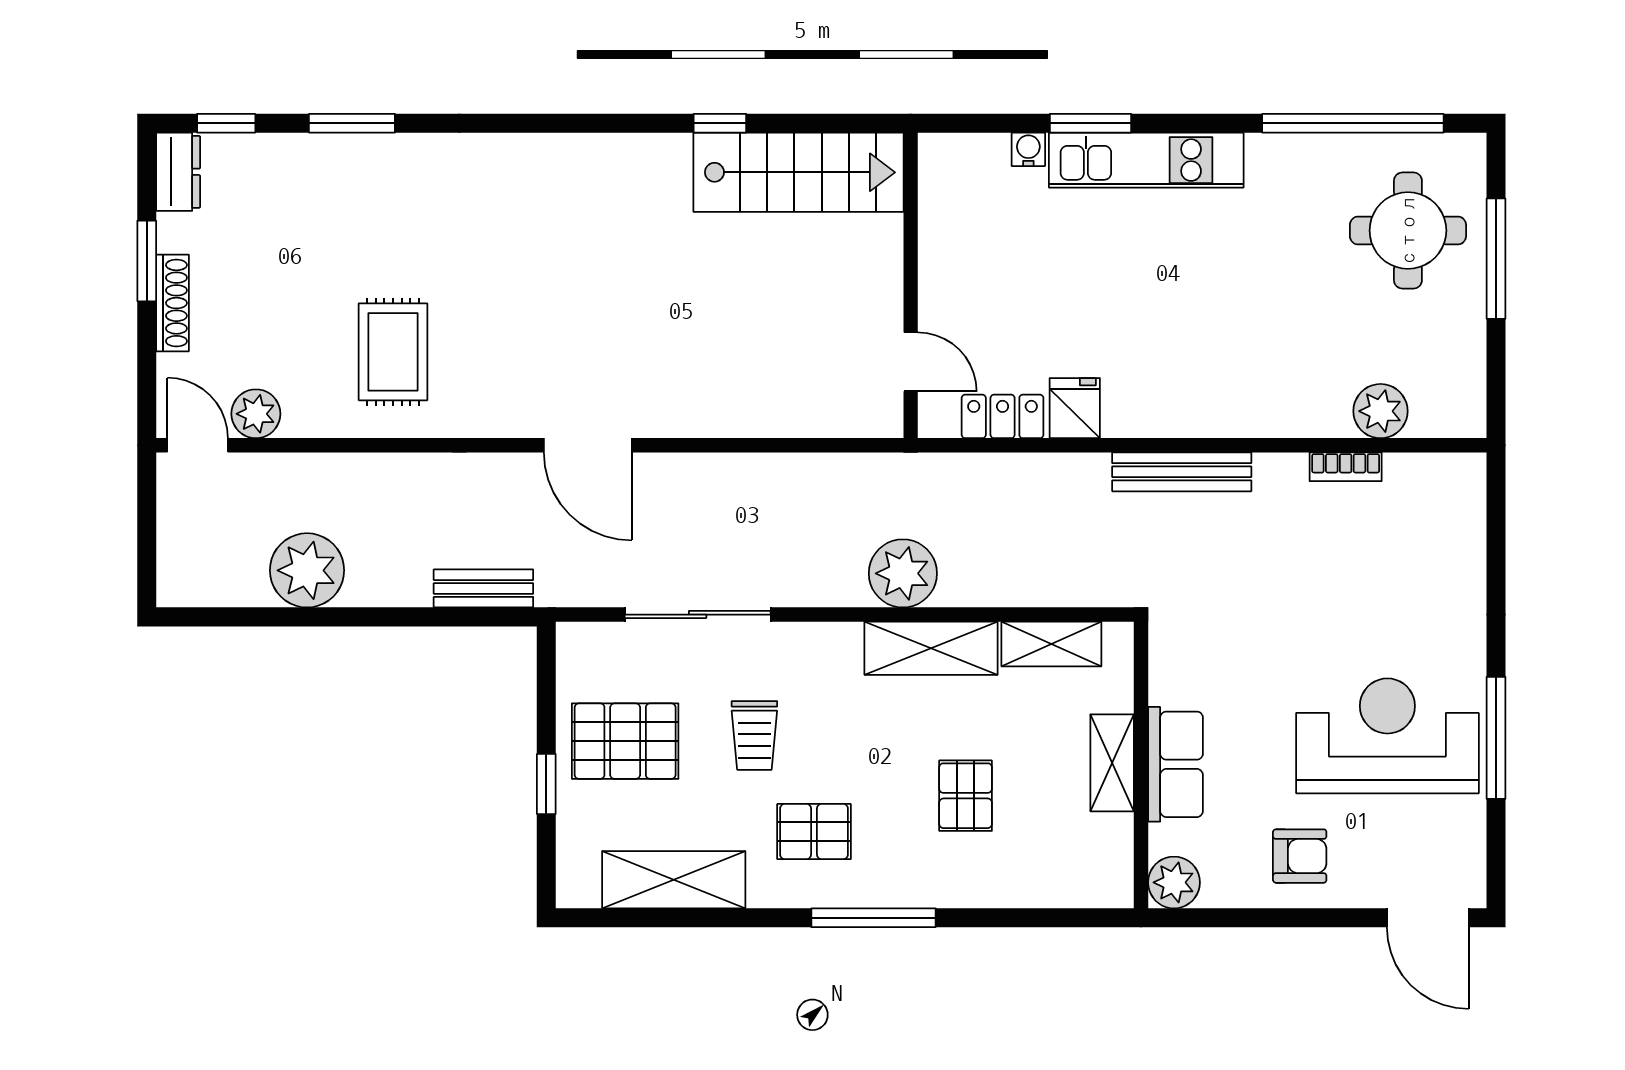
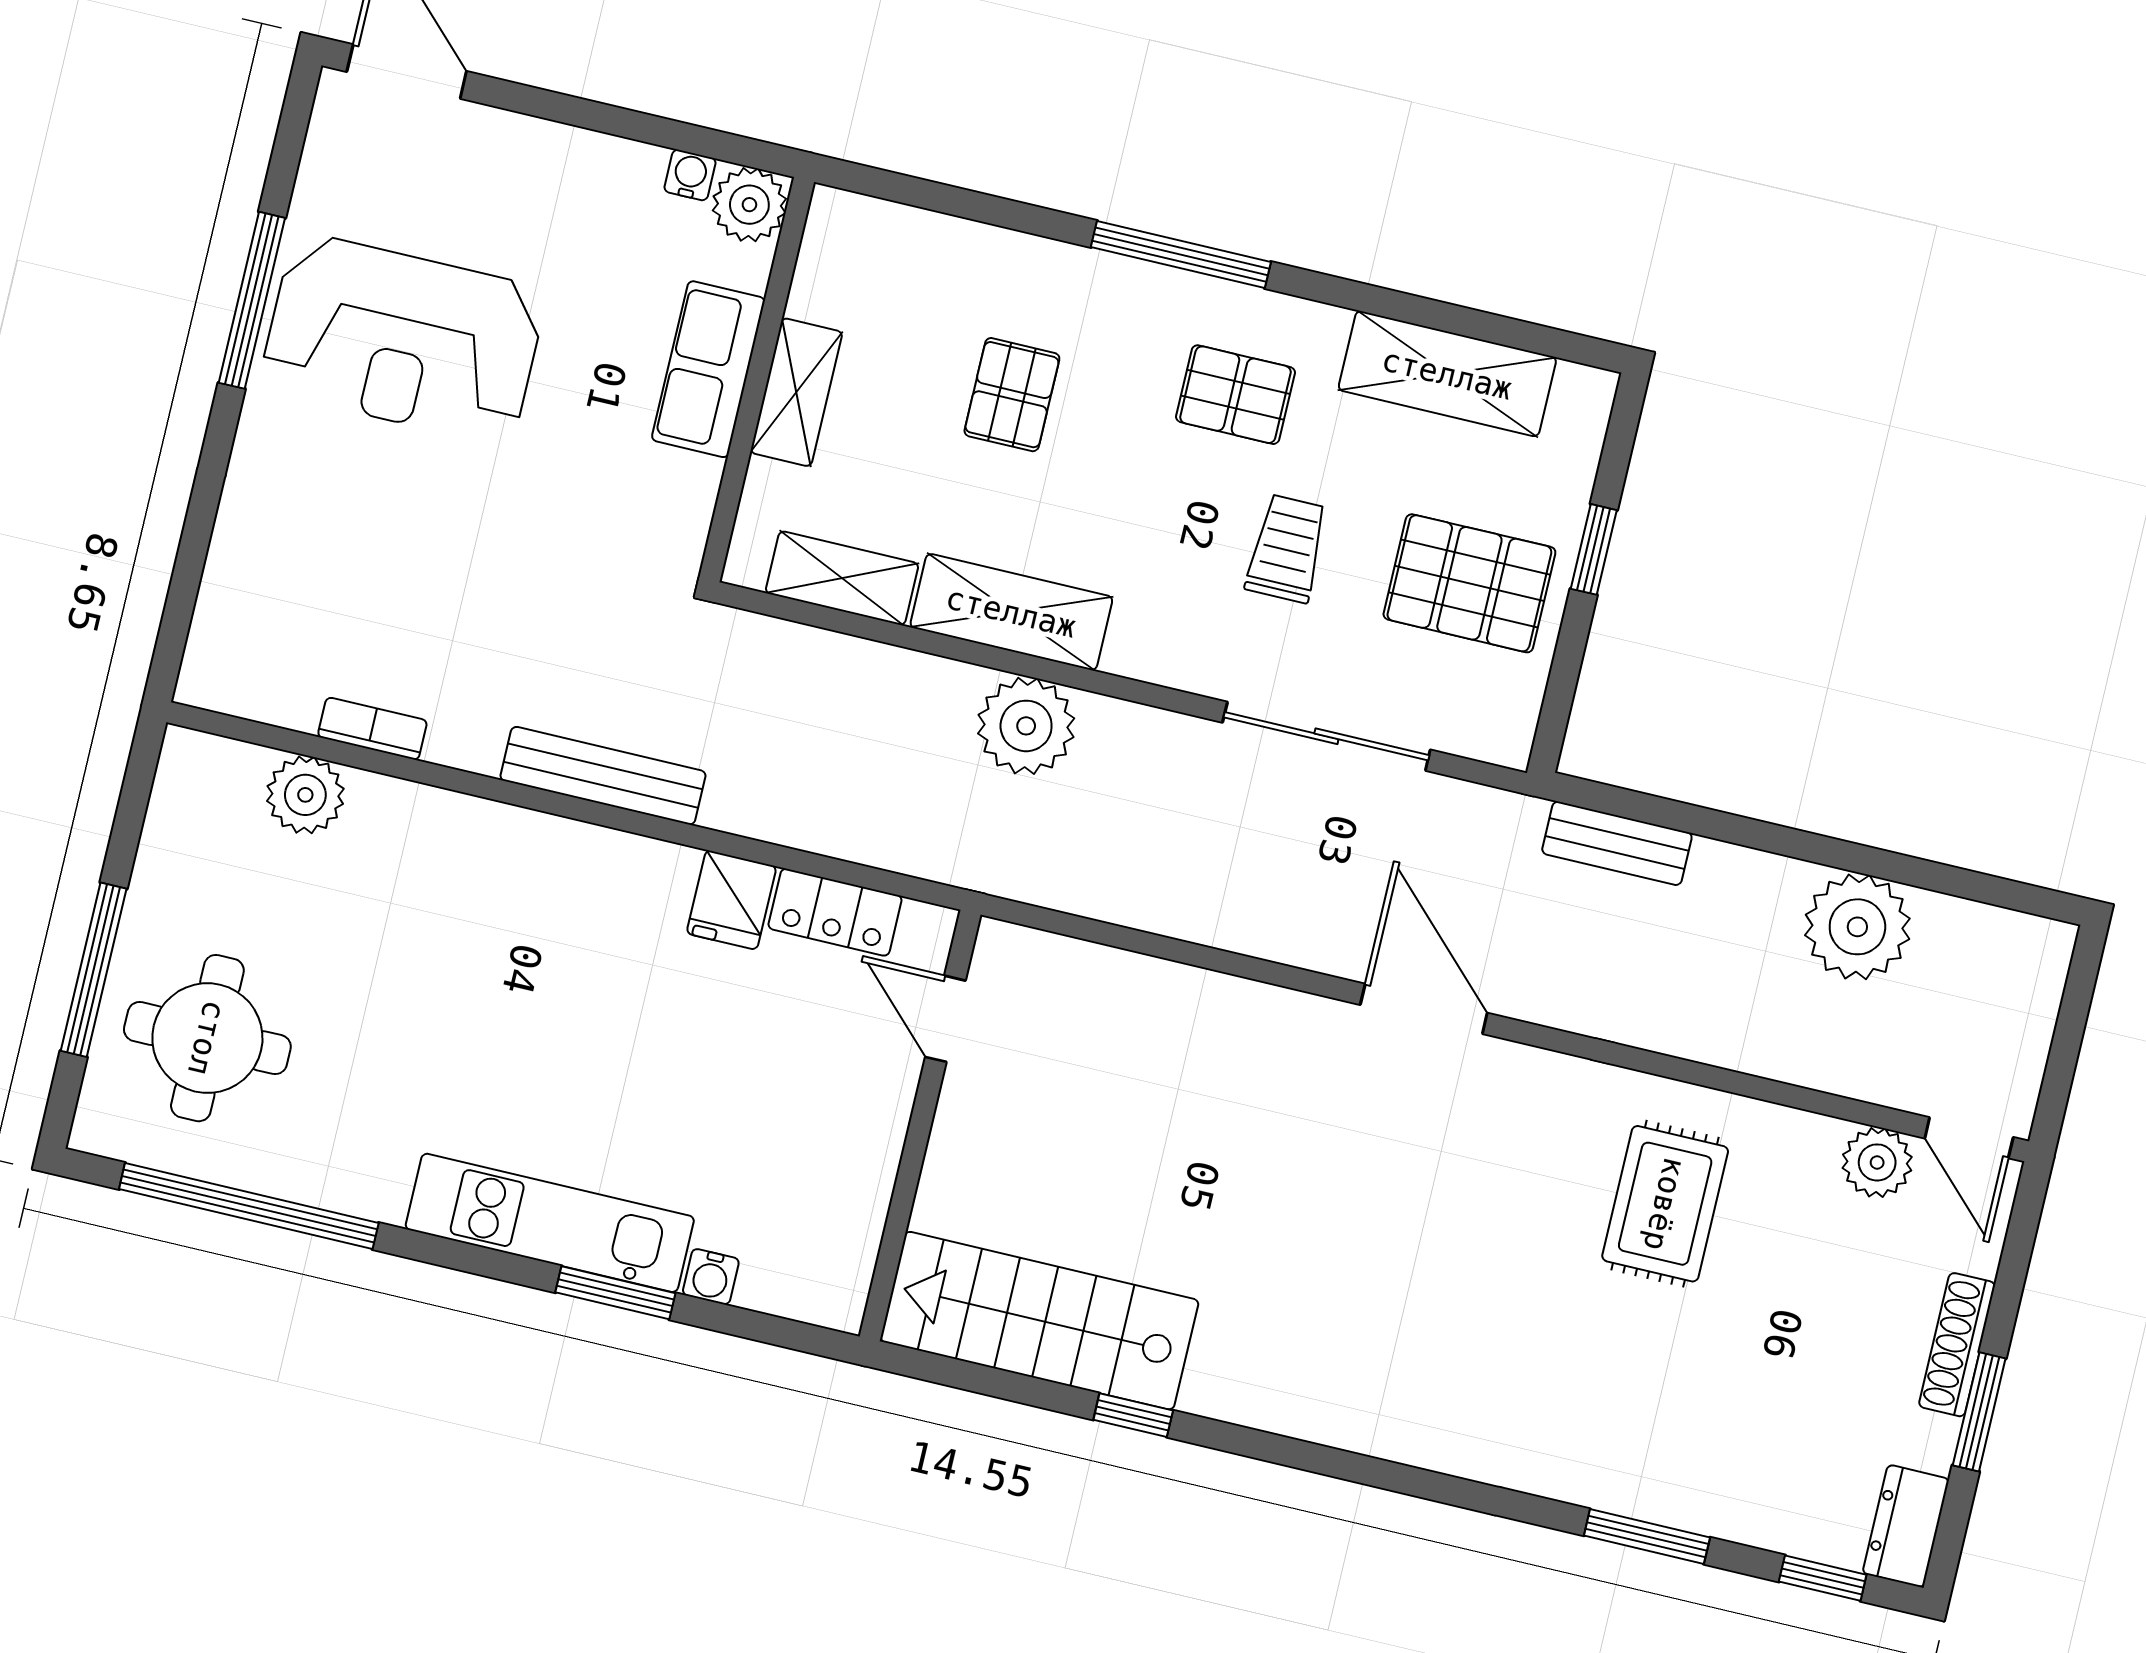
armchair: (1300, 856) -> (565, 200), removed
water cooler: (1219, 893) -> (690, 175), added

